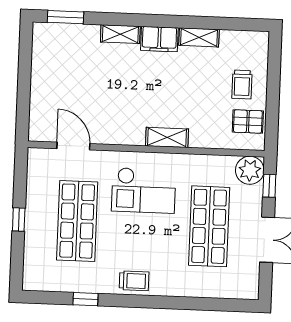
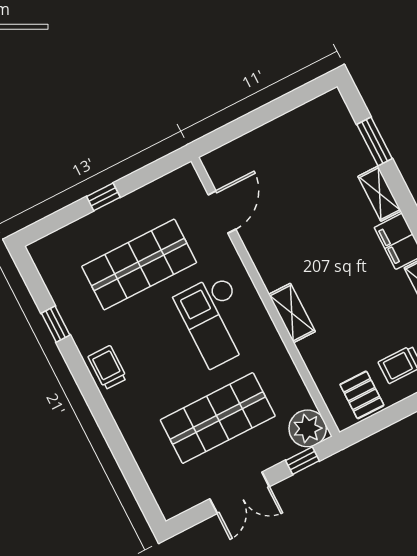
window: (65, 17) -> (374, 141), moved
trolley: (134, 281) -> (108, 368), turned 180

